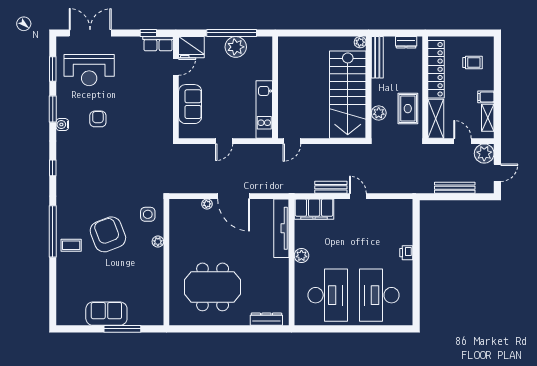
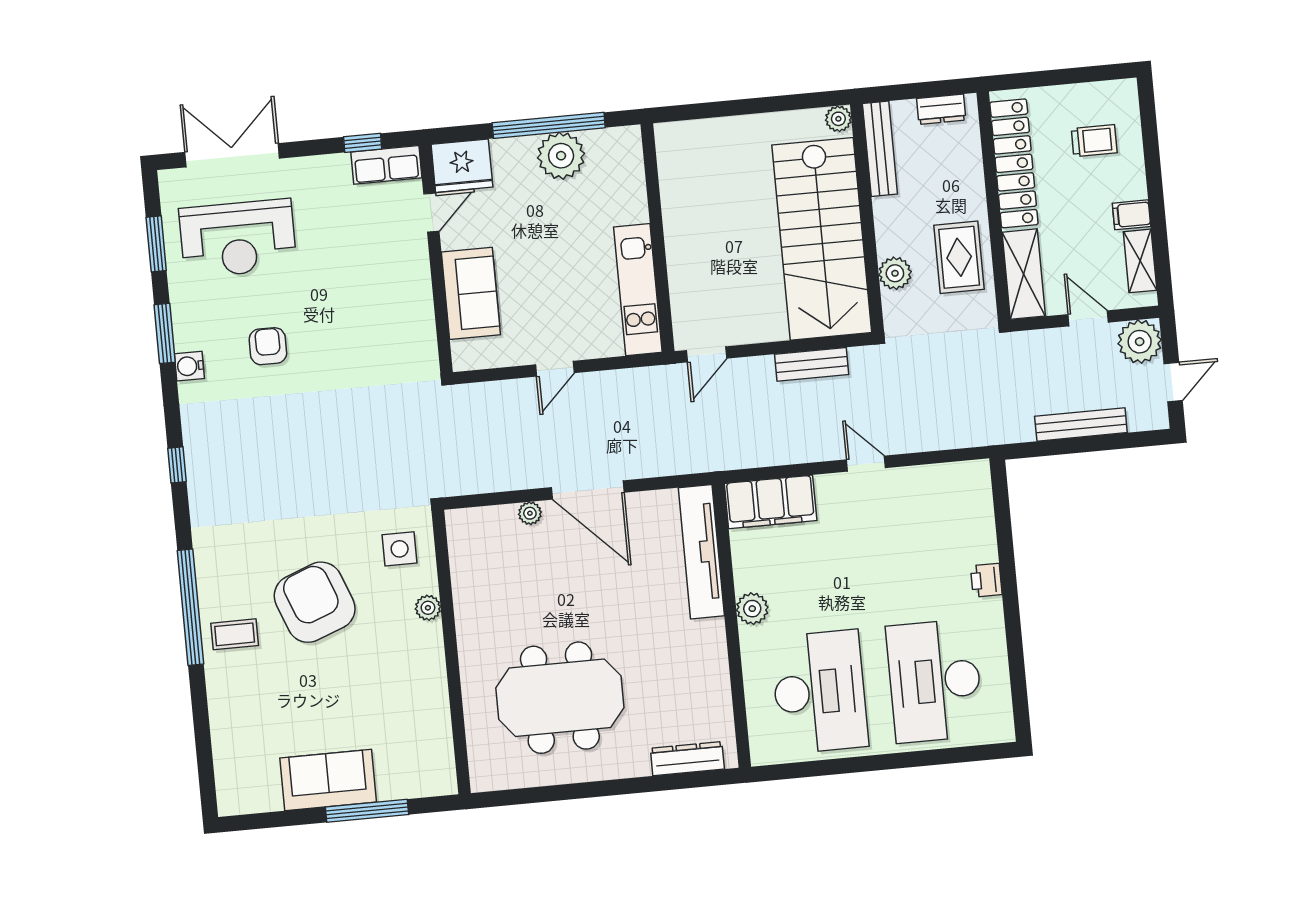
bench: (331, 187) -> (812, 364), moved

